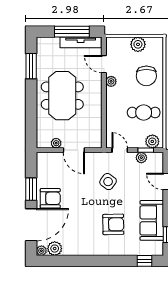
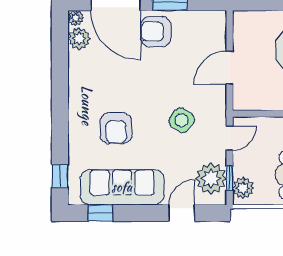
plant: (56, 143) -> (240, 41), removed
plant: (141, 158) -> (211, 178), width x1.88, depth x1.88
armchair: (50, 198) -> (156, 32), turned 90
sofa: (152, 220) -> (122, 187), width x1.36

